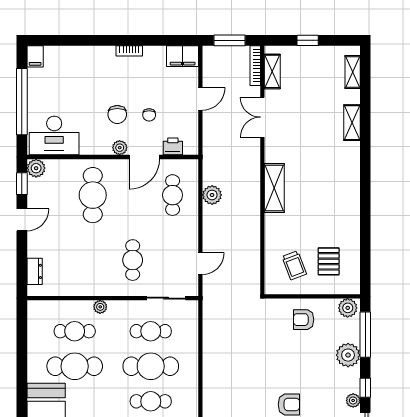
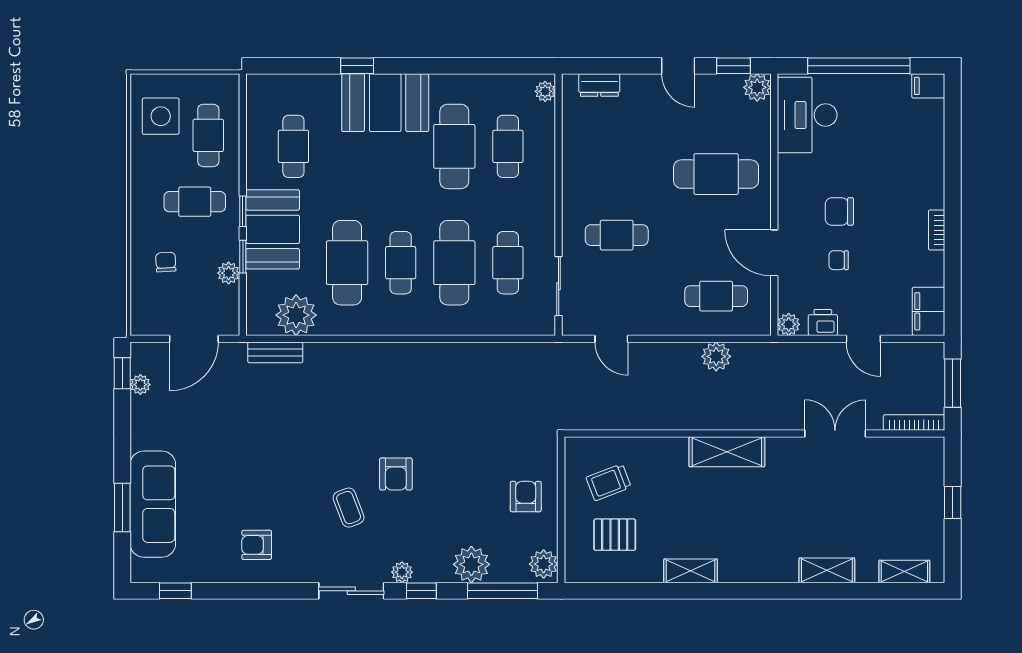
shelving: (272, 71) -> (691, 571), moved
printer: (173, 146) -> (823, 322), moved, turned -90
plant: (120, 148) -> (789, 324), moved
plant: (100, 307) -> (545, 91), moved

